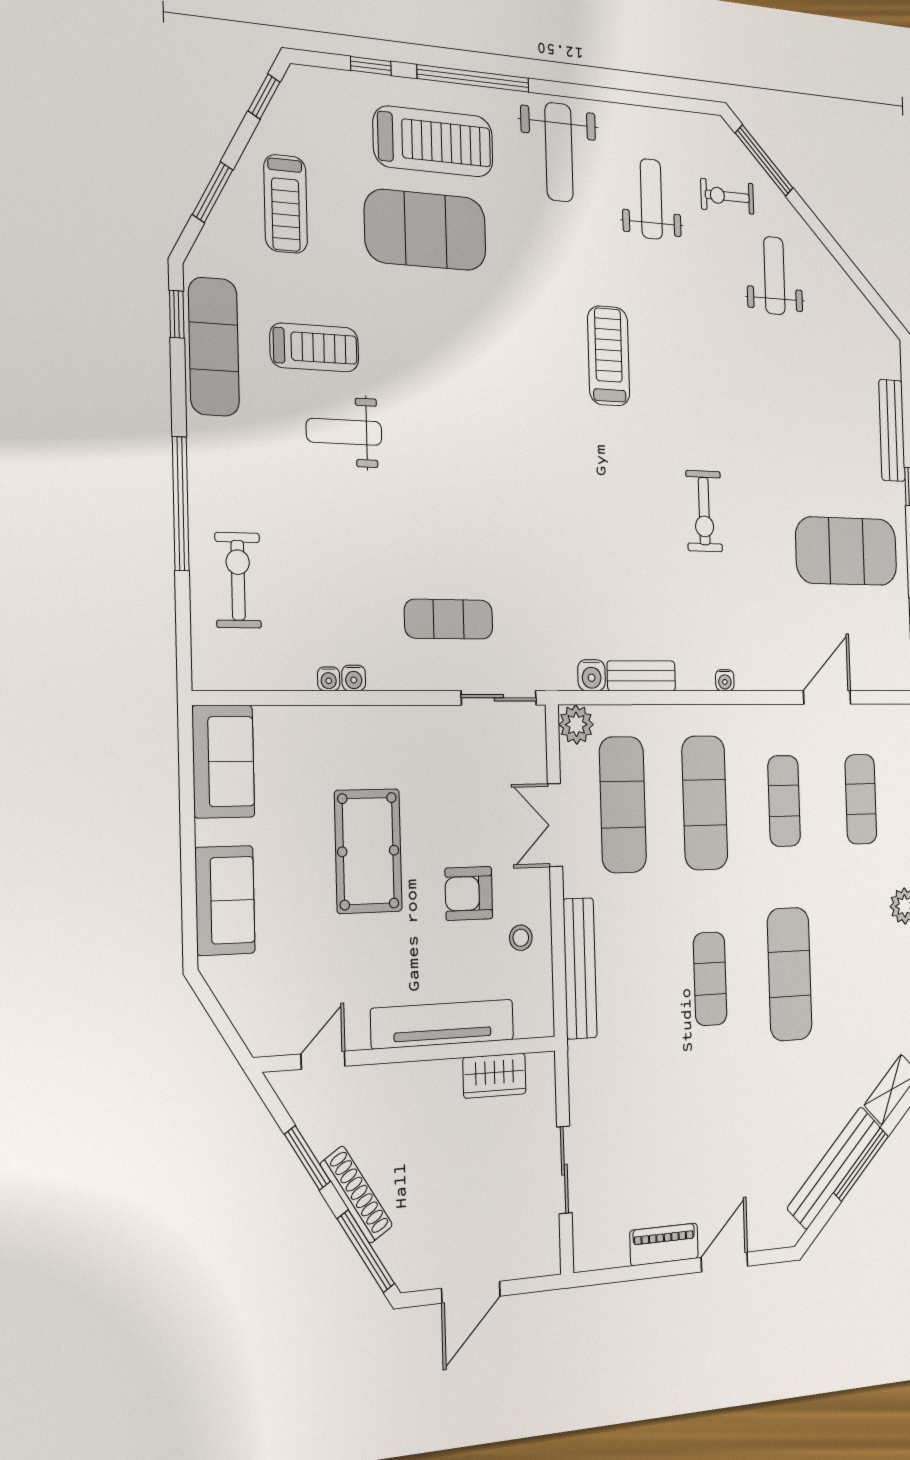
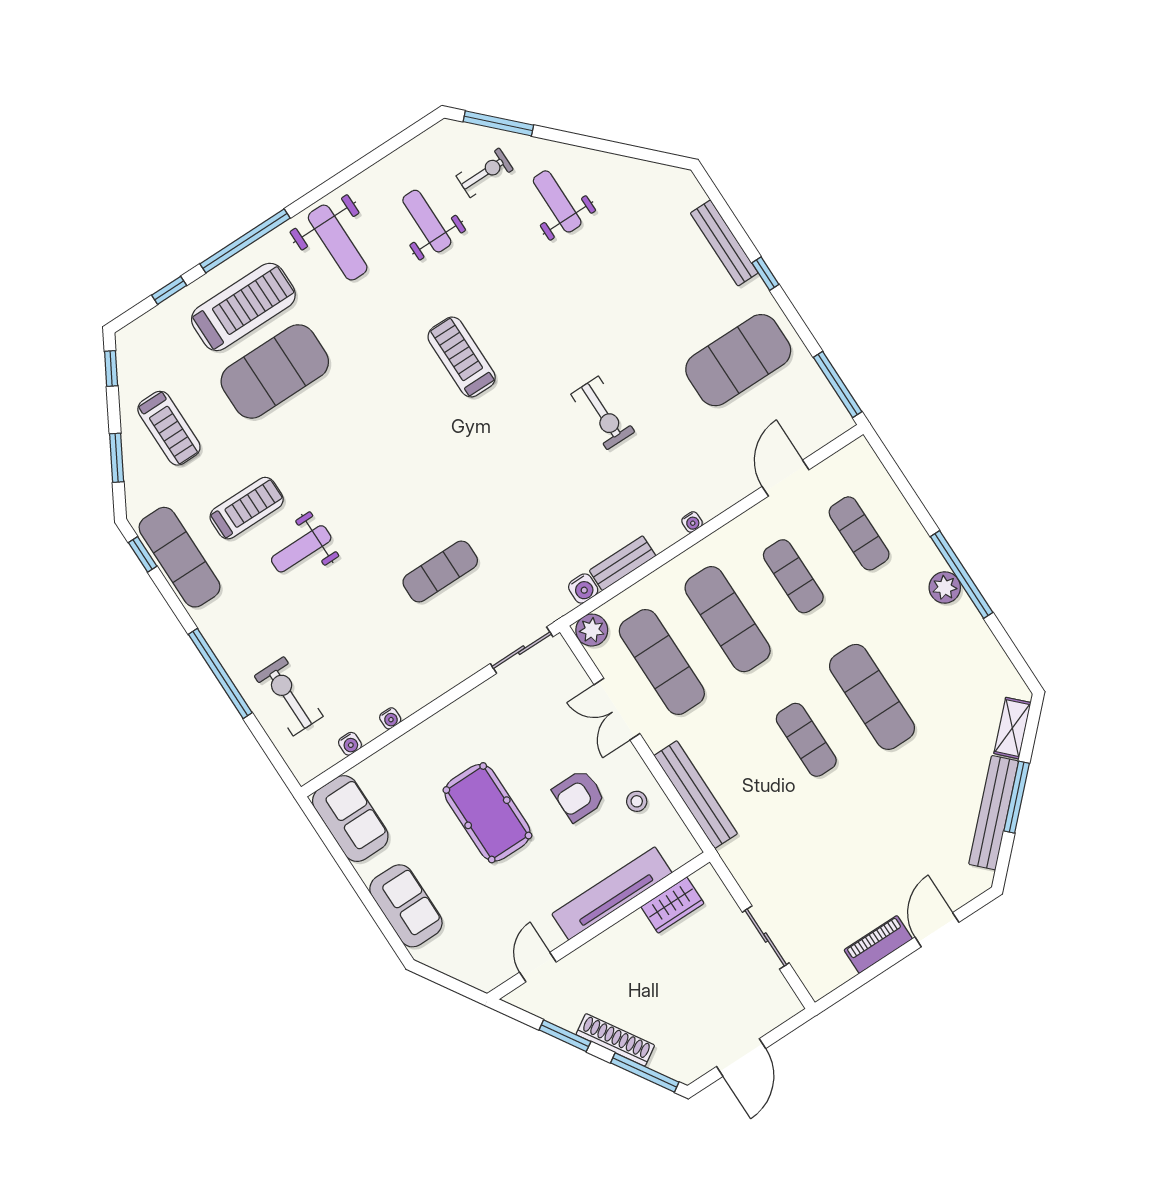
exercise bike: (727, 196) -> (485, 173), turned 180
exercise mat: (449, 619) -> (440, 571), moved
water cooler: (354, 678) -> (350, 744), moved

